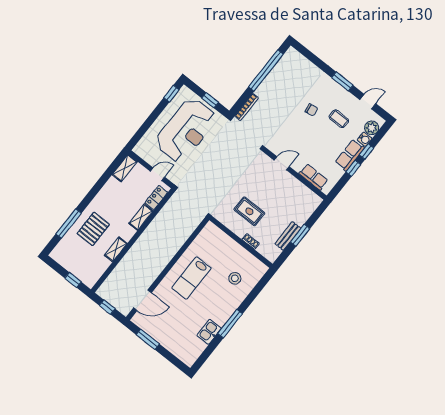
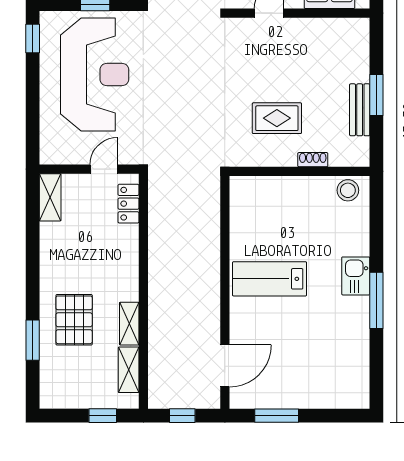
shelving: (141, 217) -> (129, 370), moved
window: (69, 224) -> (33, 340), width x0.69
lab bench: (191, 278) -> (270, 279), turned 90
stool: (235, 278) -> (348, 190), moved
kitchen sink: (209, 332) -> (356, 276), moved

